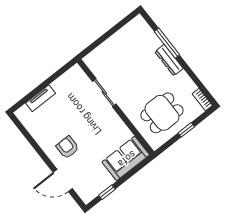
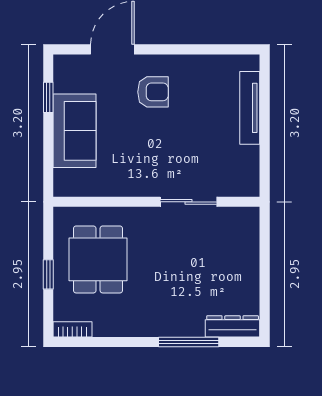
dresser: (169, 60) -> (233, 326), moved
tv unit: (41, 98) -> (250, 108), width x1.41
sofa: (126, 158) -> (74, 131), moved

